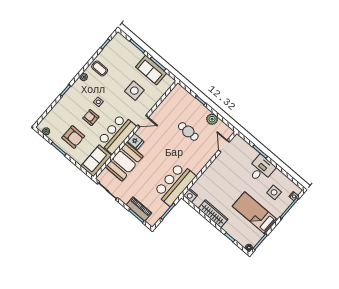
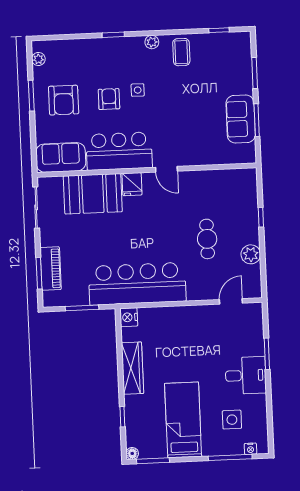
side table: (134, 91) -> (195, 122), removed
bar counter: (175, 184) -> (137, 284), width x1.36

